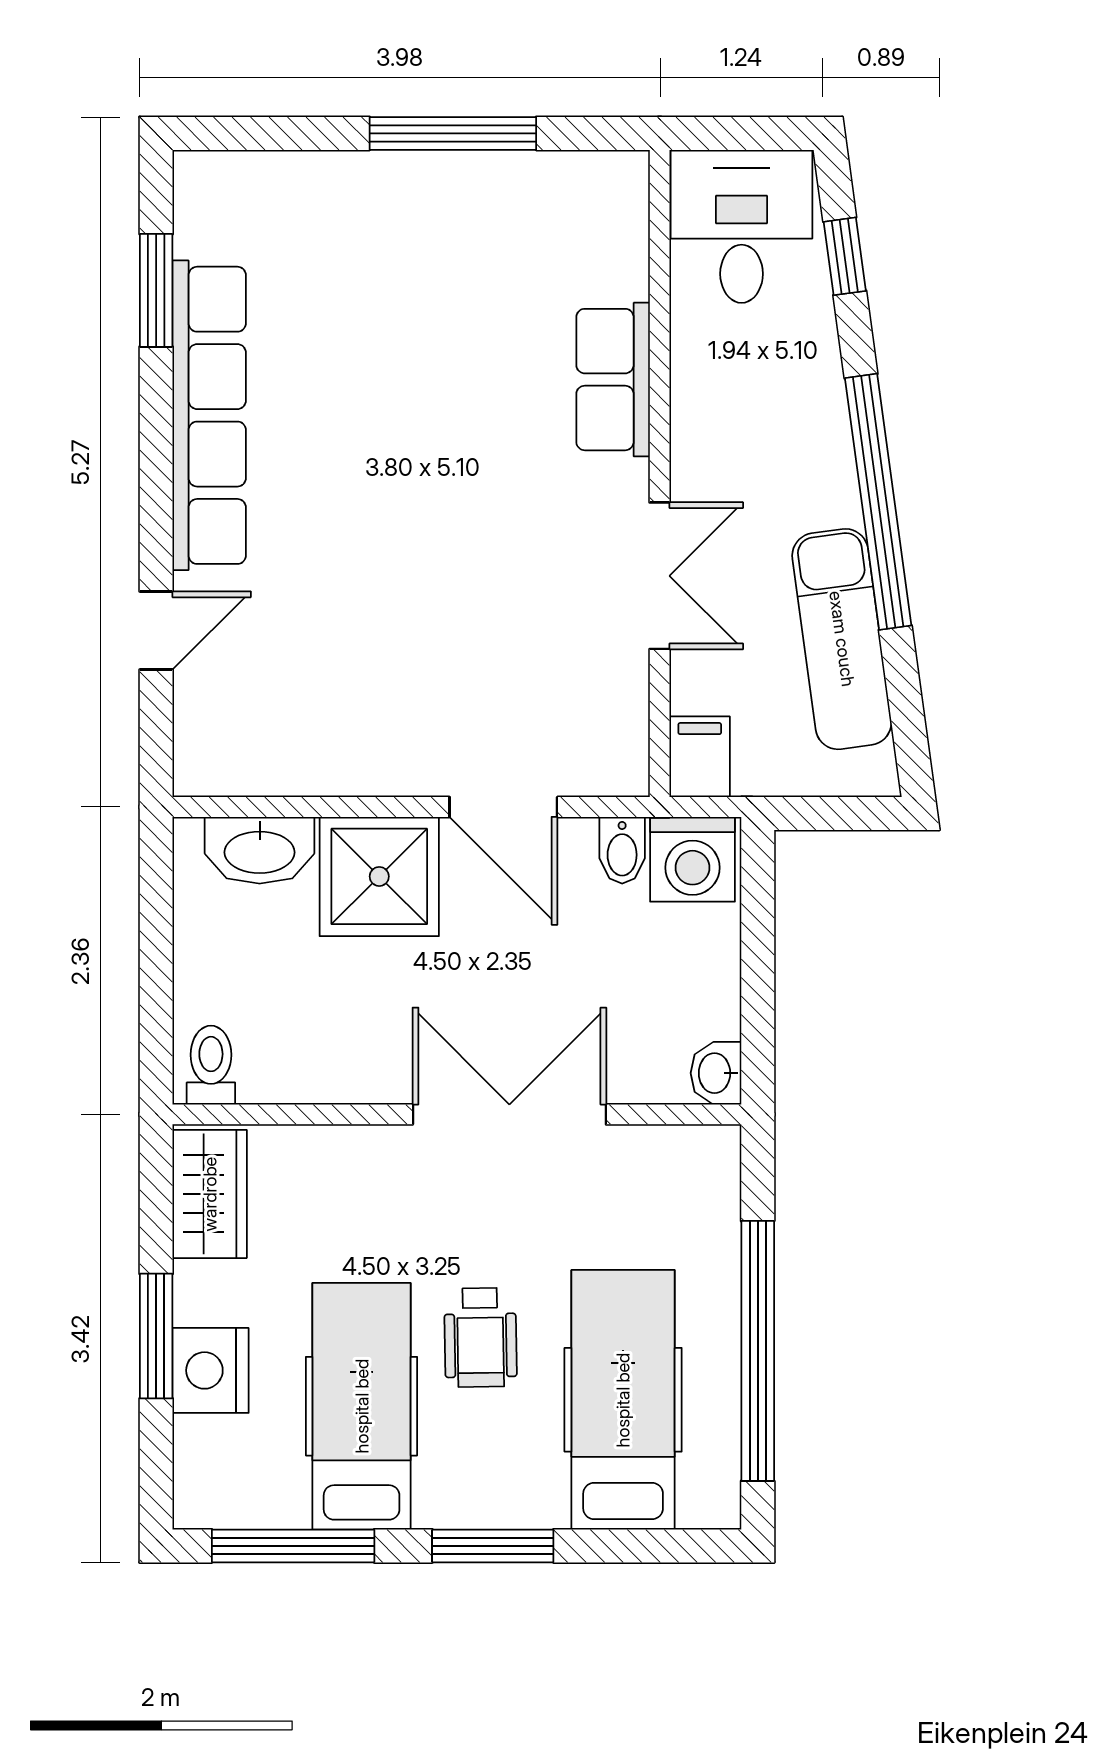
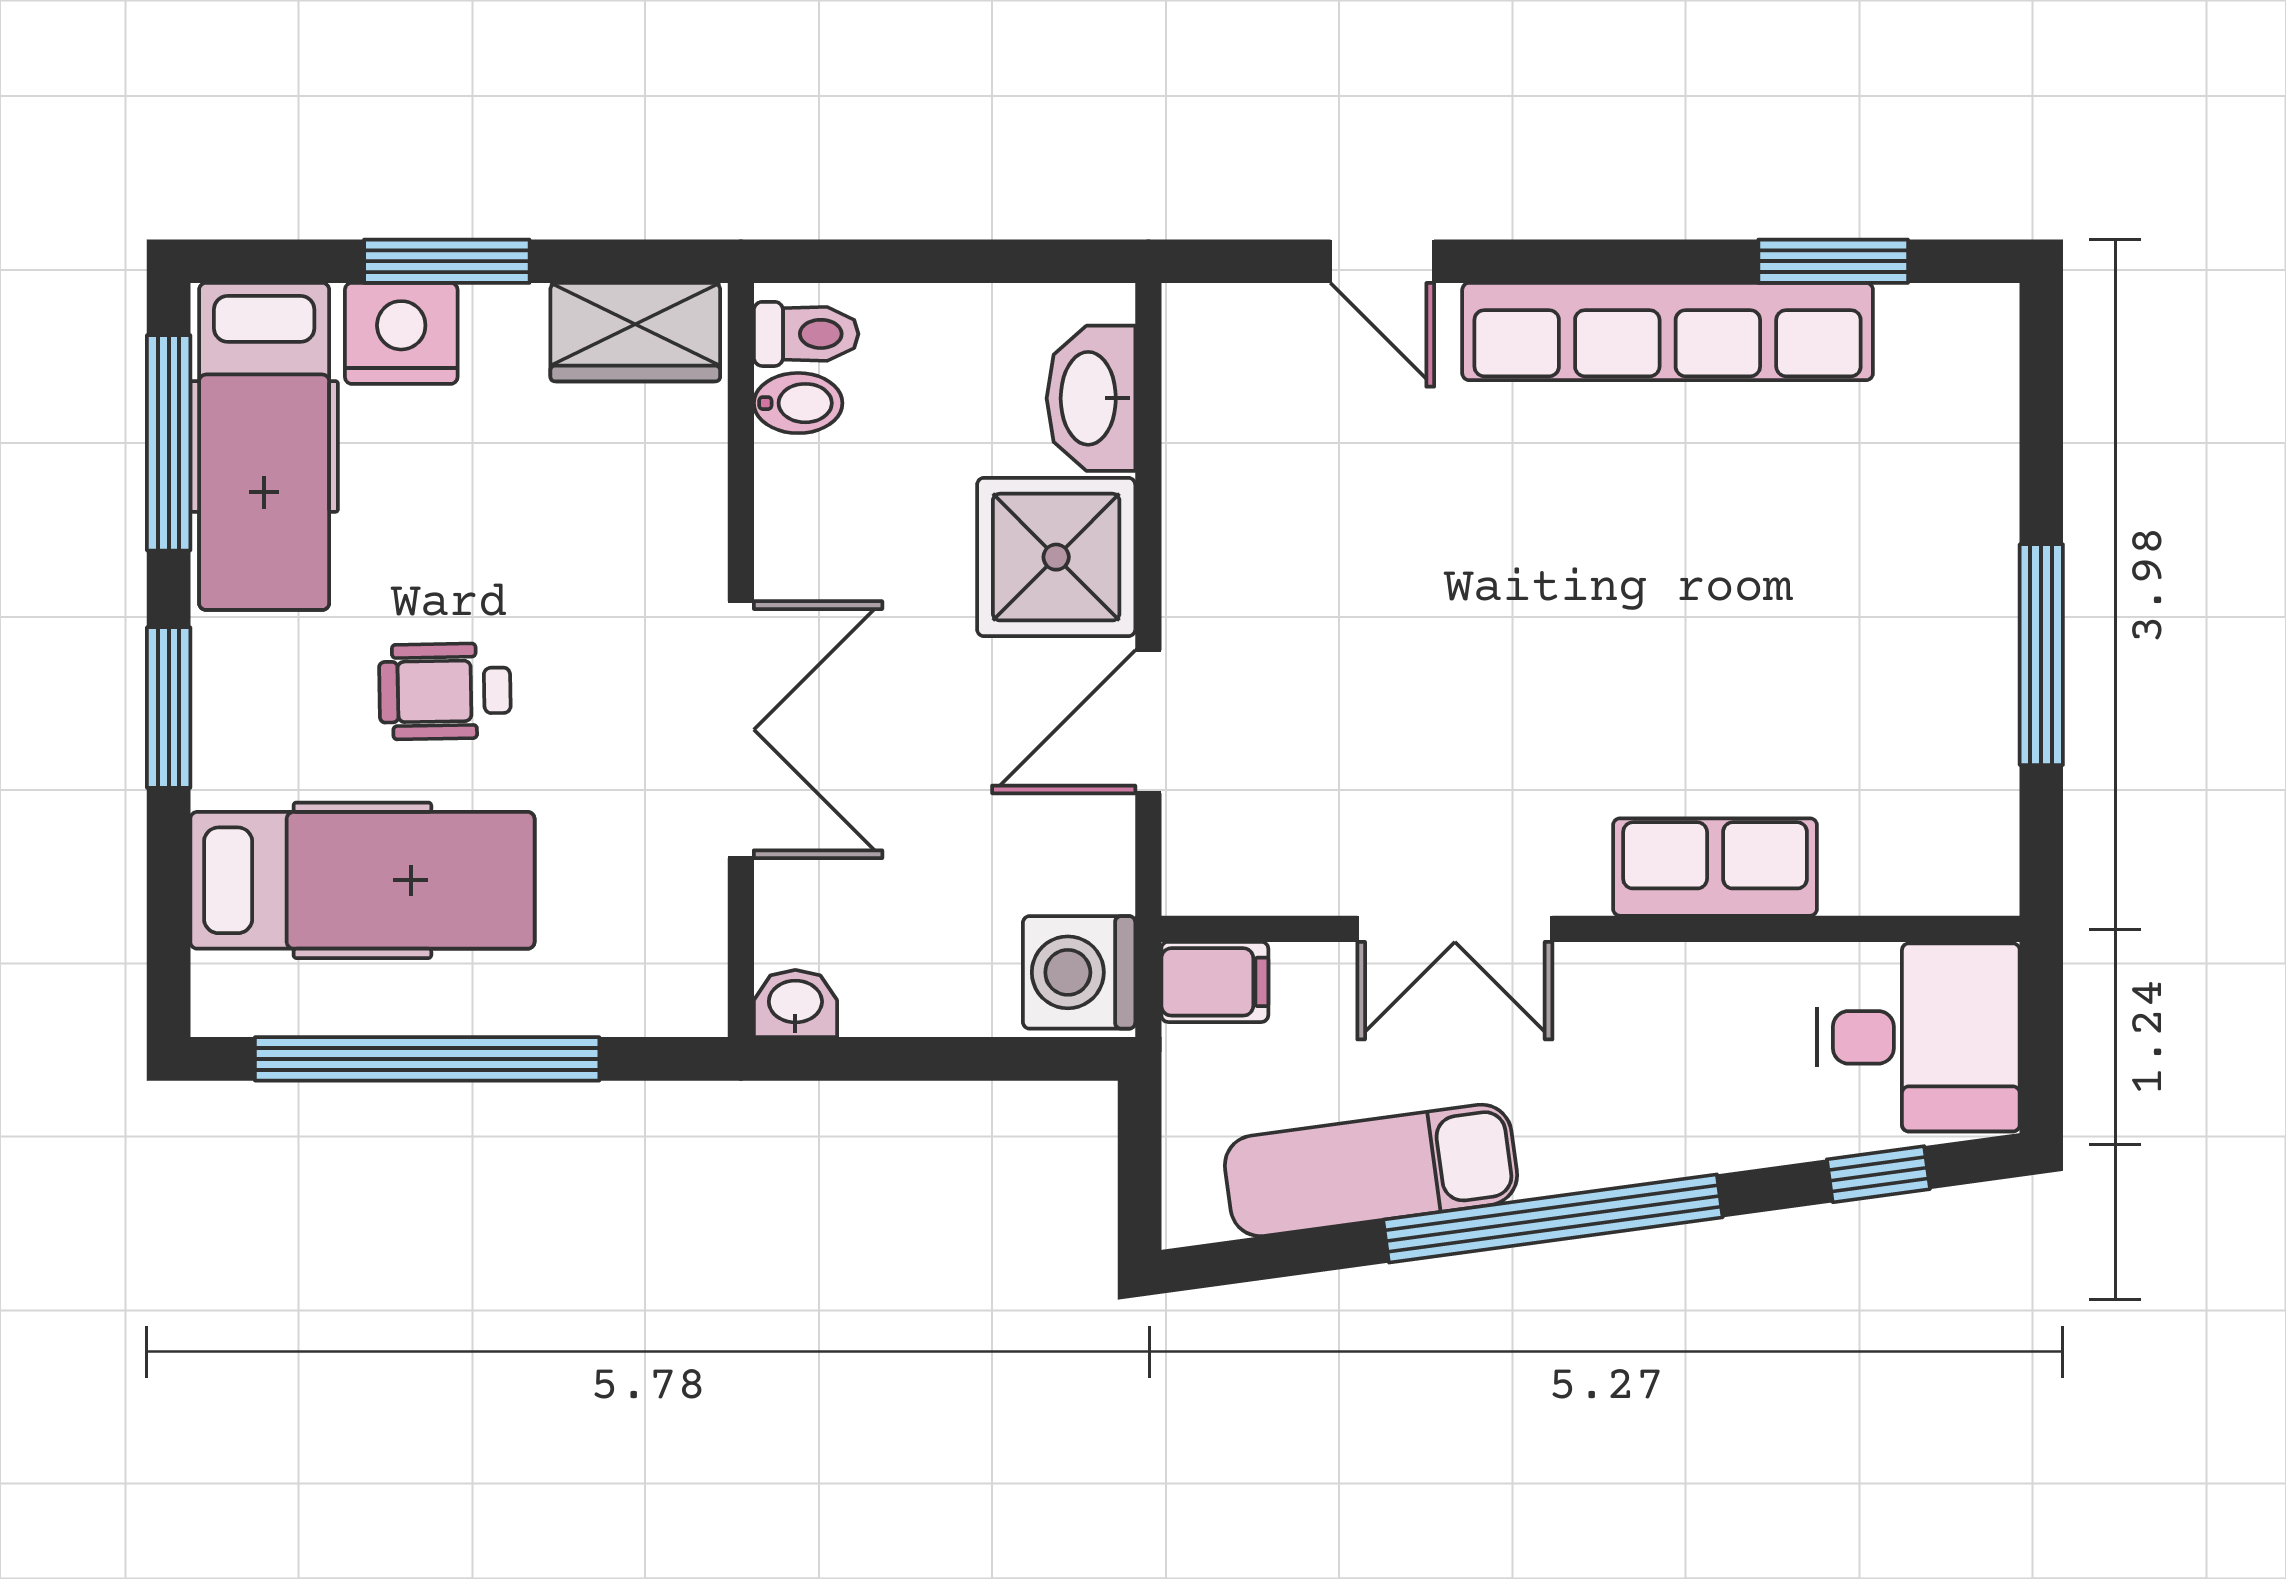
bidet: (622, 850) -> (798, 403), moved, turned 180
hospital bed: (362, 1406) -> (264, 446), moved, turned 90

